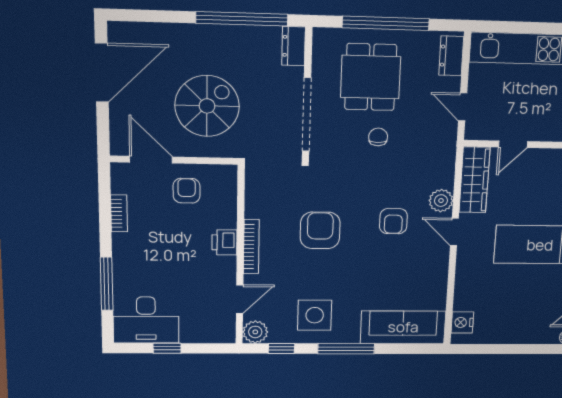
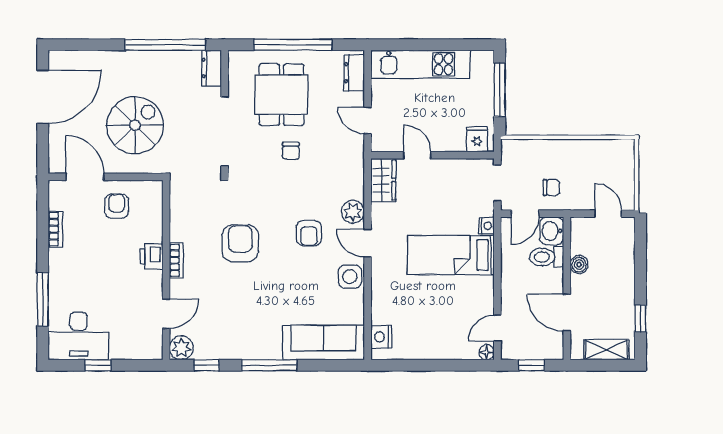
chair: (378, 137) -> (291, 151), turned 180
door: (513, 144) -> (417, 155), swing flipped
wardrobe: (474, 180) -> (383, 180), width x0.67
bookcase: (251, 247) -> (176, 260), width x0.64
side table: (315, 315) -> (350, 277), moved, width x0.73, depth x0.73

